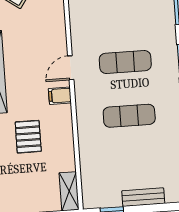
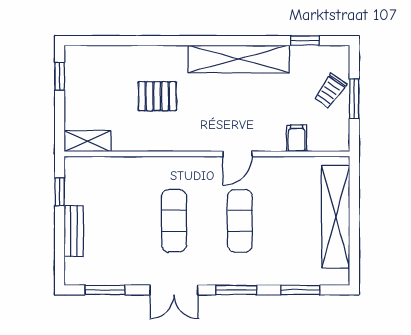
door: (71, 68) -> (238, 154), swing flipped
filing cabinet: (60, 96) -> (297, 138), moved

